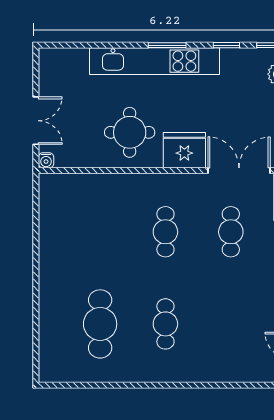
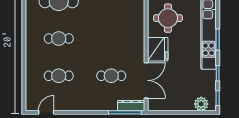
cafe table: (165, 232) -> (59, 76), moved

